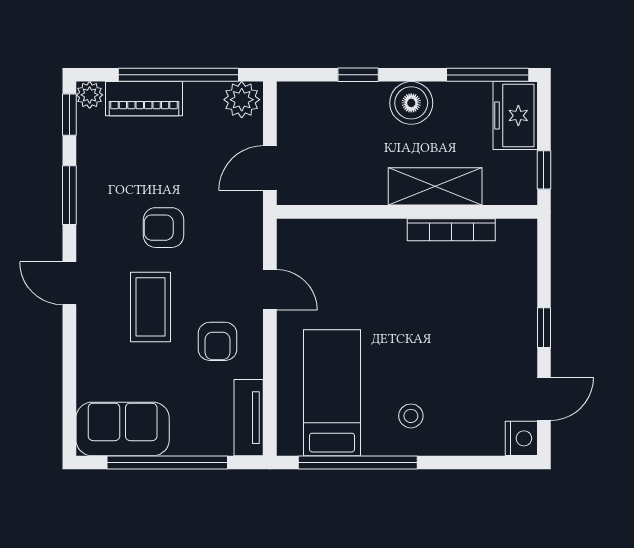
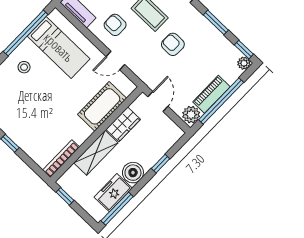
piano: (144, 99) -> (211, 94), moved
freezer: (515, 116) -> (113, 193), moved, turned -90
wardrobe: (353, 186) -> (123, 124), added
armchair: (164, 228) -> (173, 44), turned -90
bookcase: (451, 230) -> (61, 159), moved
cot: (357, 244) -> (102, 106), added

